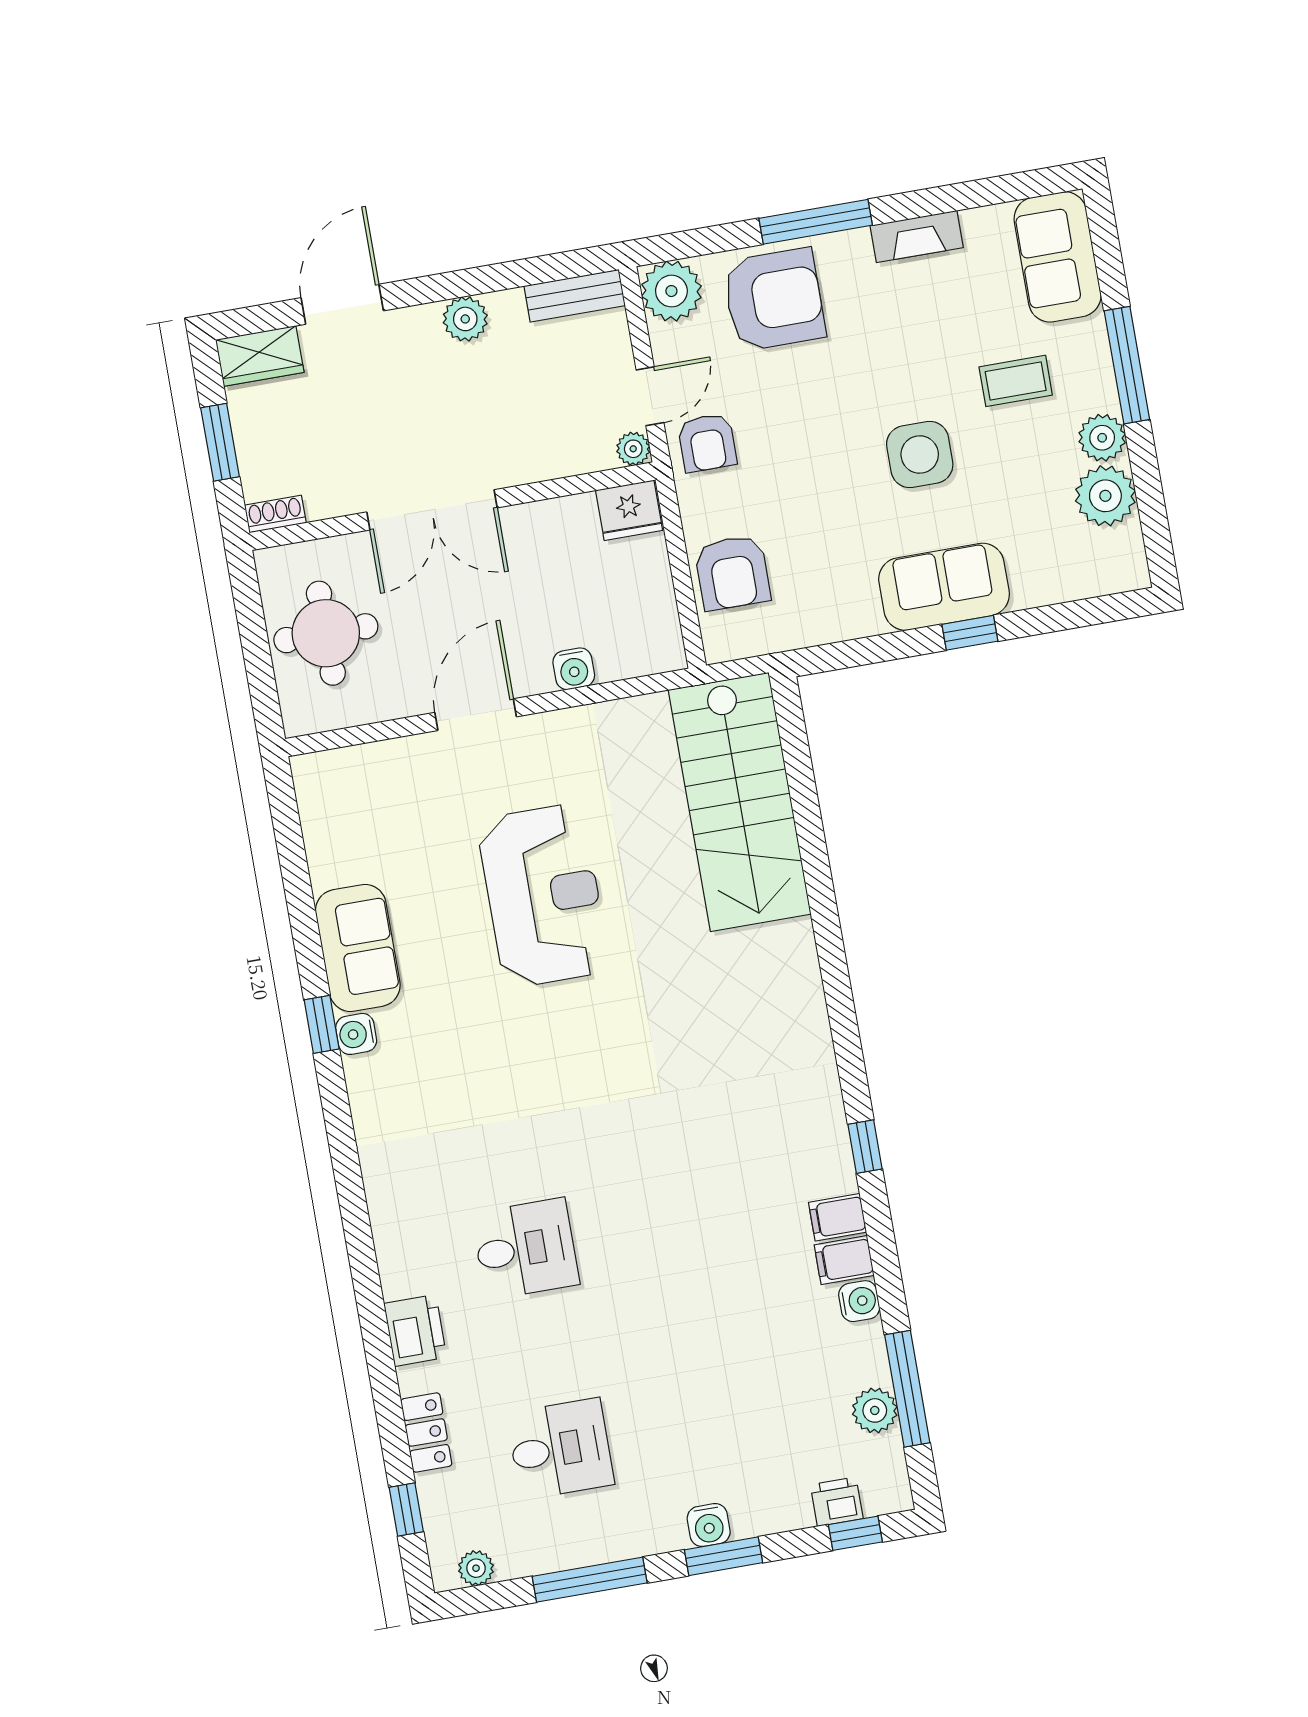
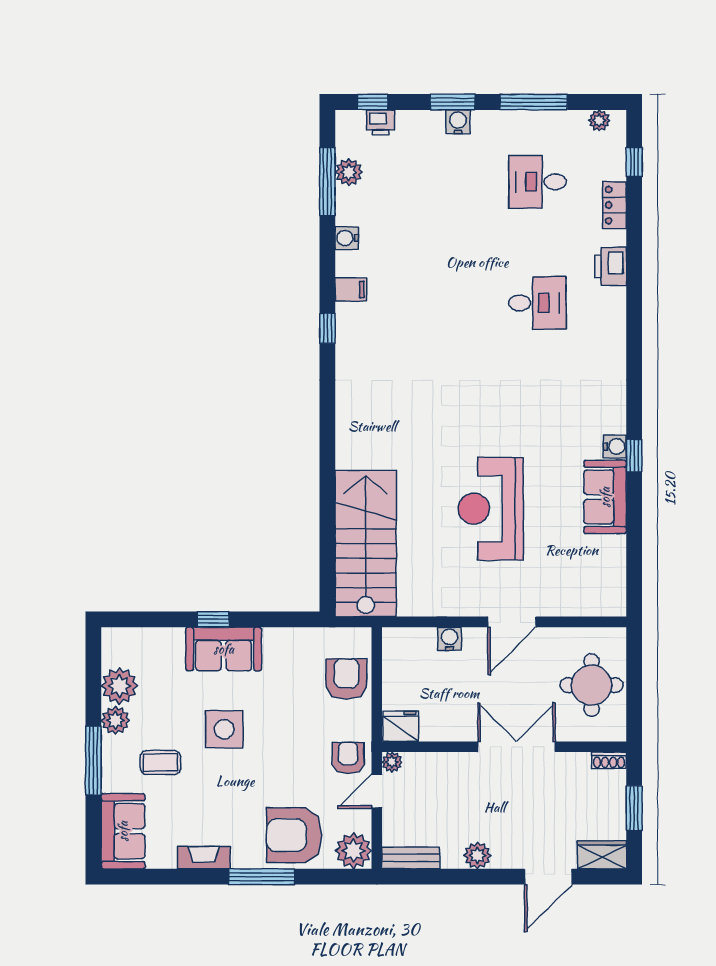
desk: (525, 1249) -> (537, 303), turned 180
filing cabinet: (844, 1260) -> (351, 264), removed

